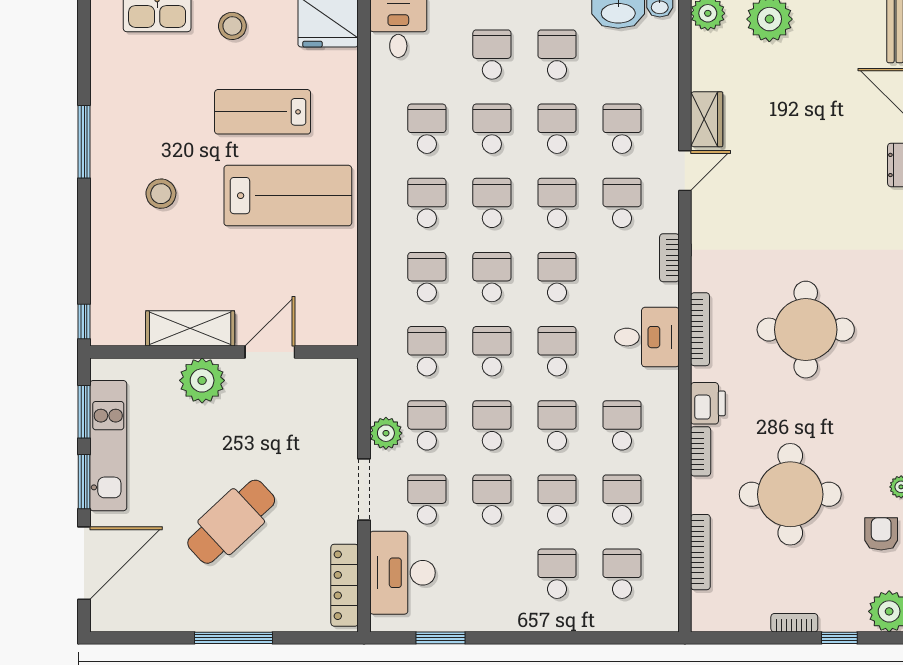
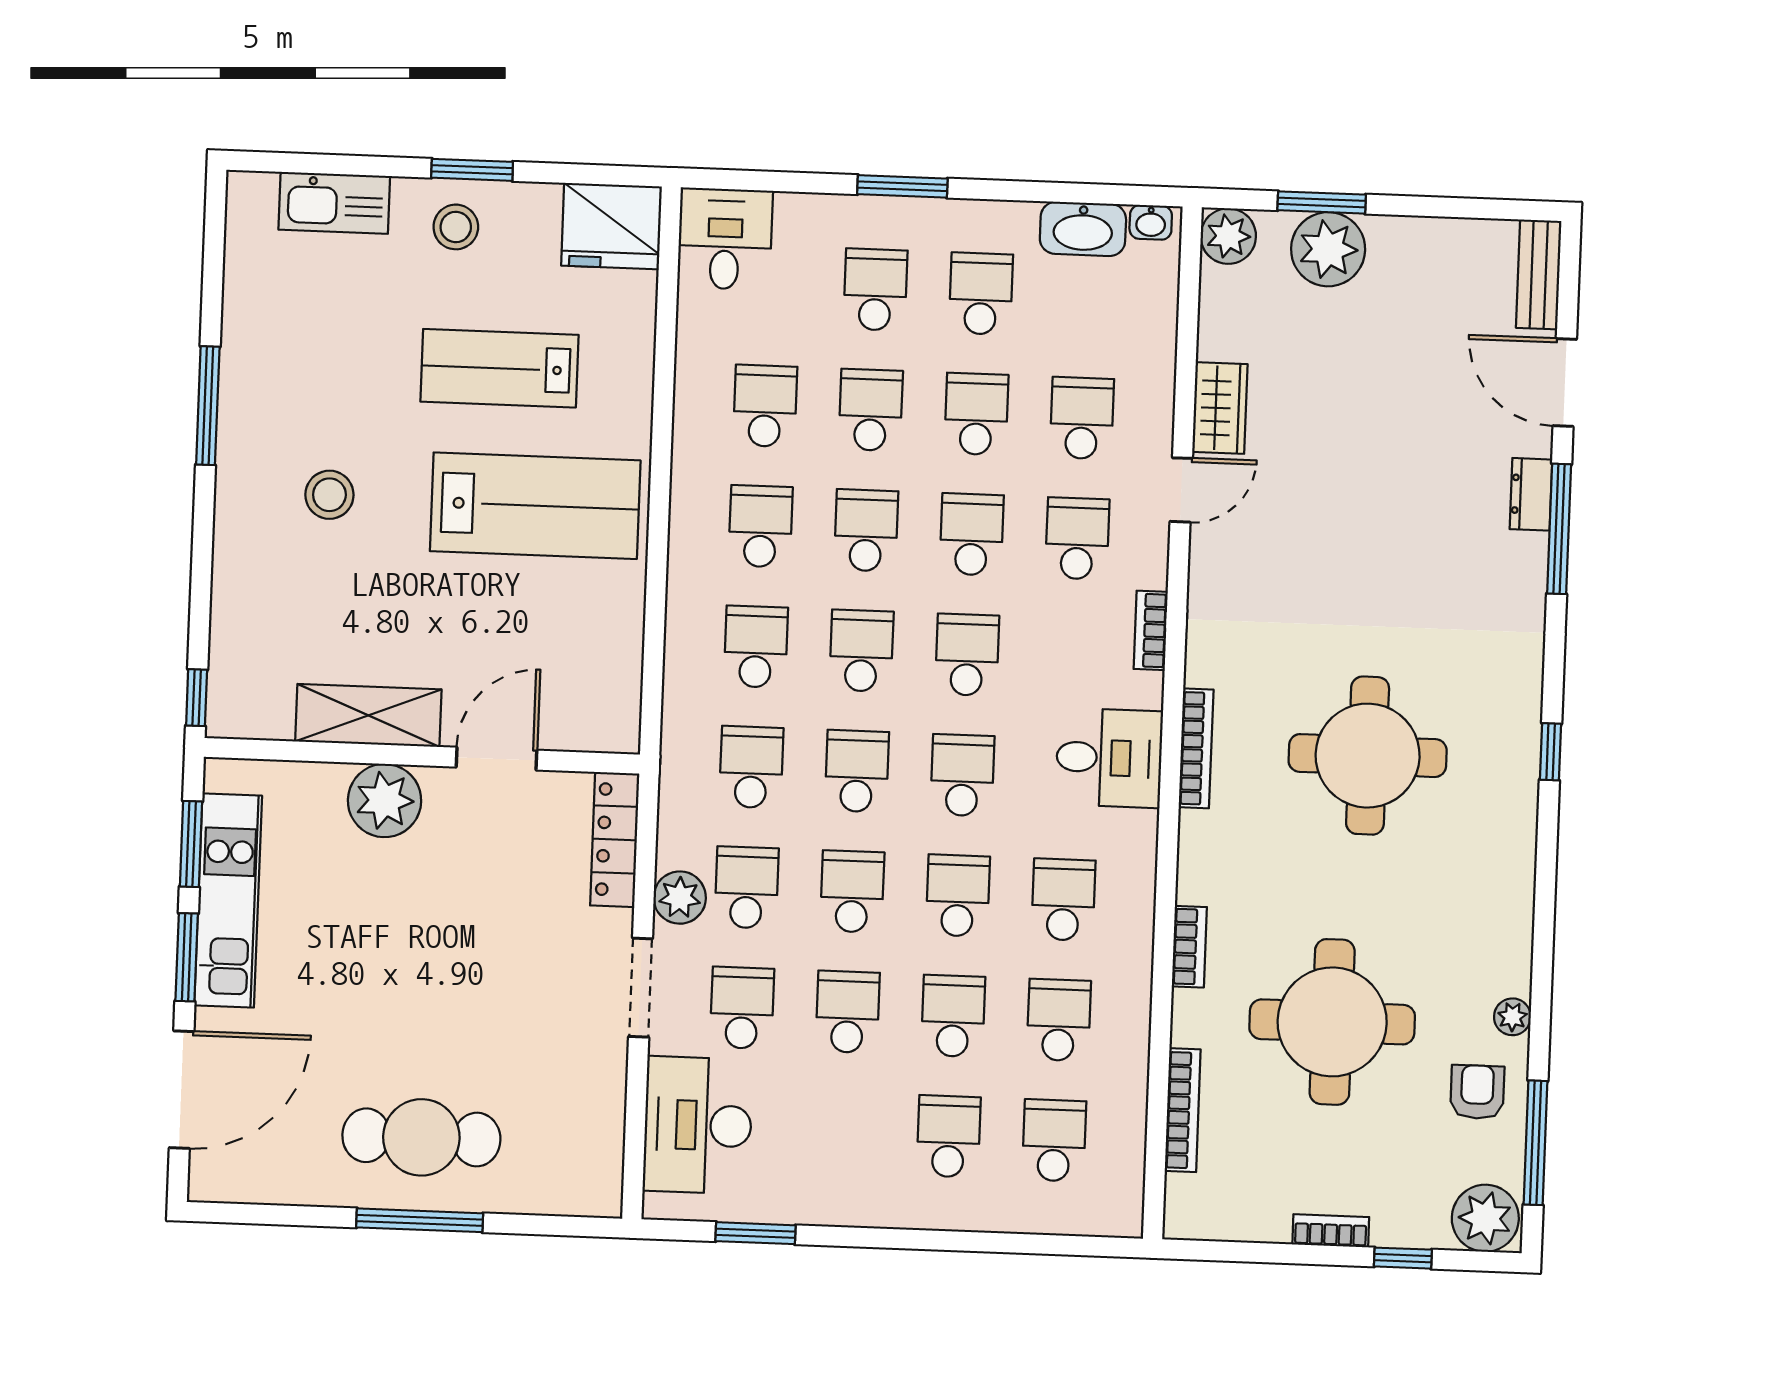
printer: (708, 403) -> (1204, 869), removed
cafe table: (231, 522) -> (421, 1137), moved, turned 43
locker: (345, 585) -> (615, 840), moved

